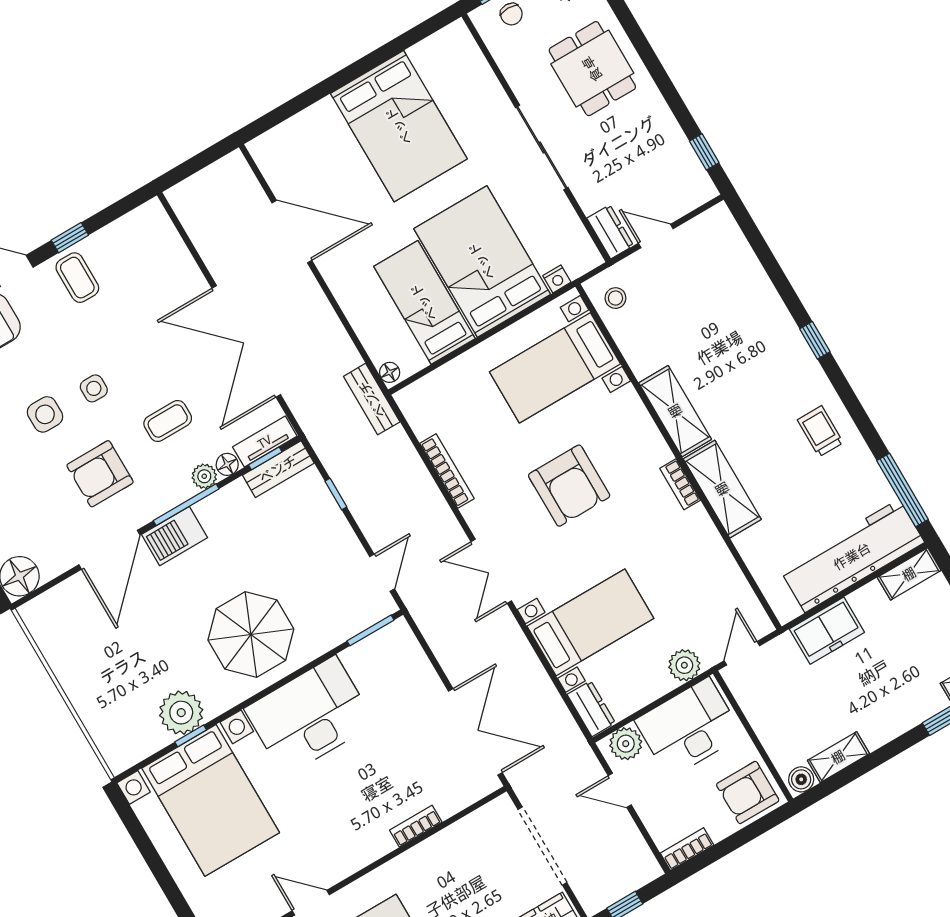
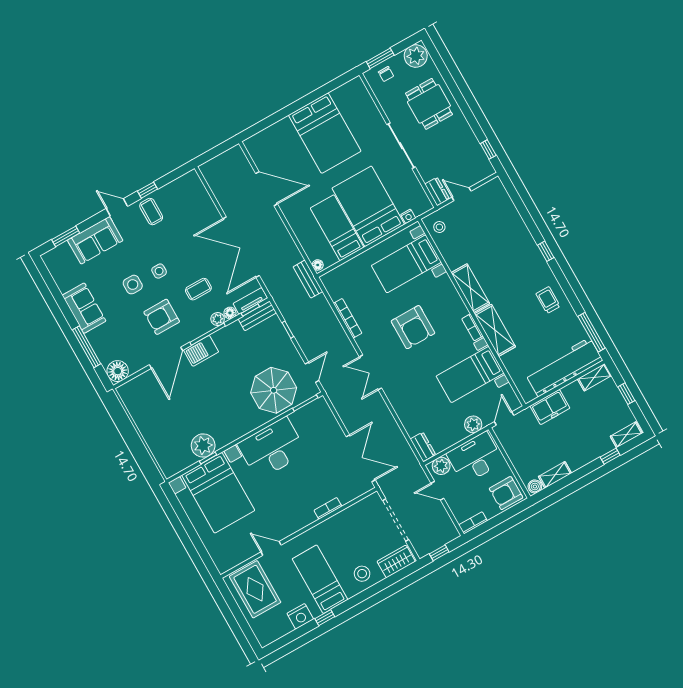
bed with nightstands: (590, 622) -> (470, 374), moved, turned 180
parasol: (251, 635) -> (274, 390), moved

